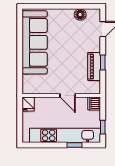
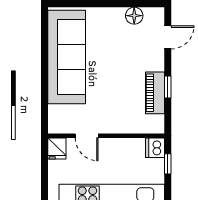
door: (68, 95) -> (87, 136), moved
window: (103, 127) -> (168, 164), moved

